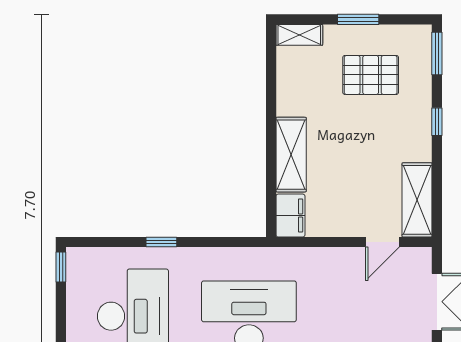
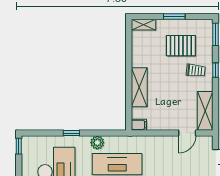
trolley: (399, 123) -> (196, 70), added
filing cabinet: (290, 216) -> (139, 125), width x0.50
plant: (211, 260) -> (97, 143), added

